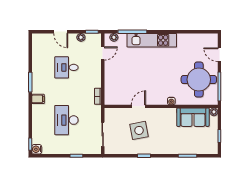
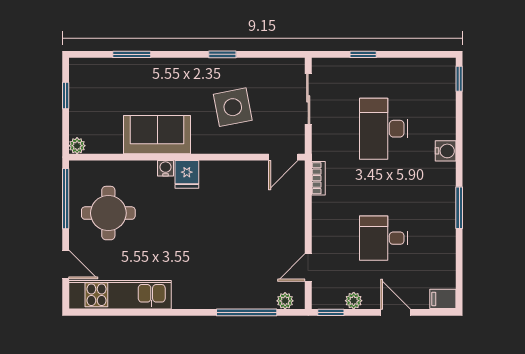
kitchen unit: (152, 40) -> (120, 295), moved
desk: (66, 67) -> (384, 238), turned 180
round table: (199, 80) -> (108, 213), width x0.73, depth x0.73
fridge: (161, 98) -> (187, 174), added
filing cabinet: (38, 99) -> (443, 299), moved
door: (138, 106) -> (283, 157), moved
sofa: (193, 117) -> (157, 135), moved
desk: (66, 120) -> (384, 129), turned 180
water cooler: (37, 149) -> (446, 151), moved

